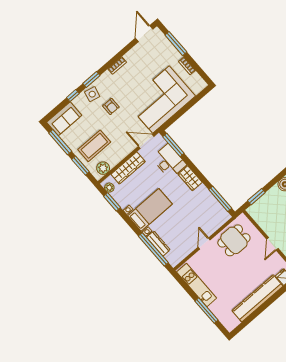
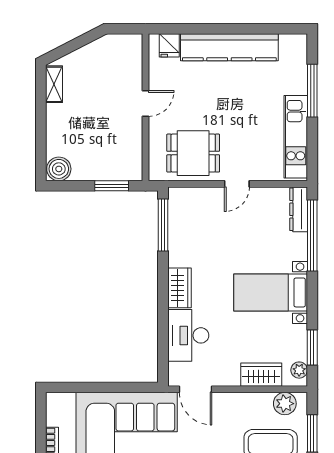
window: (173, 145) -> (163, 352), removed
wardrobe: (128, 168) -> (261, 375), width x0.67
dresser: (158, 244) -> (299, 209), moved

